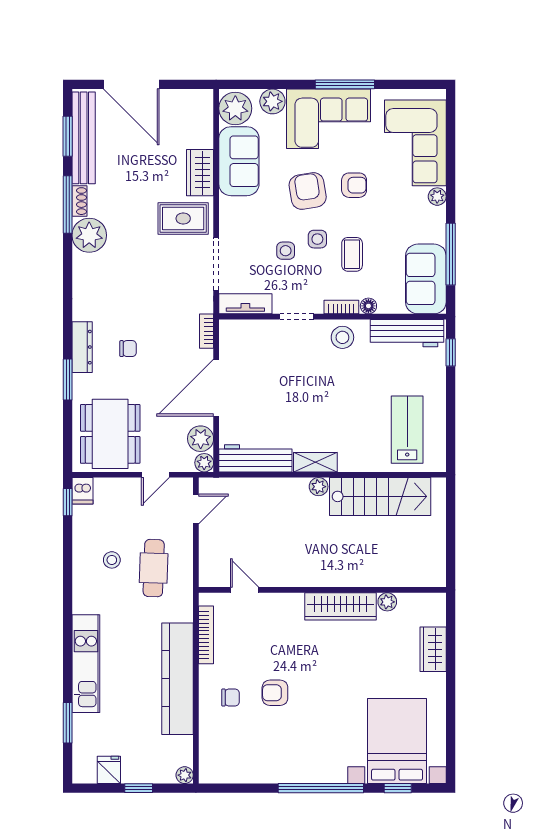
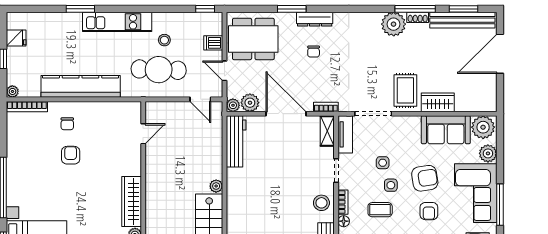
shelving: (315, 462) -> (327, 131), moved
dishwasher: (82, 491) -> (213, 43), moved
cafe table: (154, 568) -> (159, 70), width x1.37, depth x1.35
bookcase: (206, 635) -> (27, 107), moved
kitchen unit: (86, 664) -> (117, 22), moved
window: (68, 723) -> (80, 9), moved

